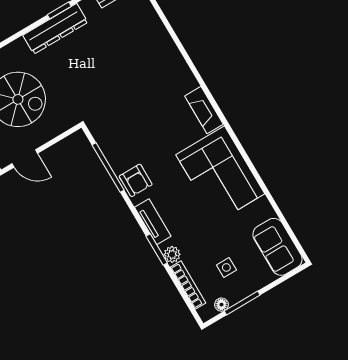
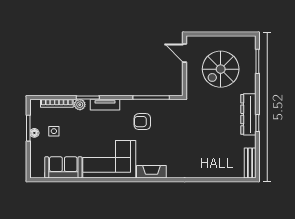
door: (25, 158) -> (185, 53), hinge flipped
armchair: (136, 180) -> (142, 122), moved
sofa: (277, 247) -> (63, 167), moved
floor lamp: (221, 305) -> (34, 133), moved

